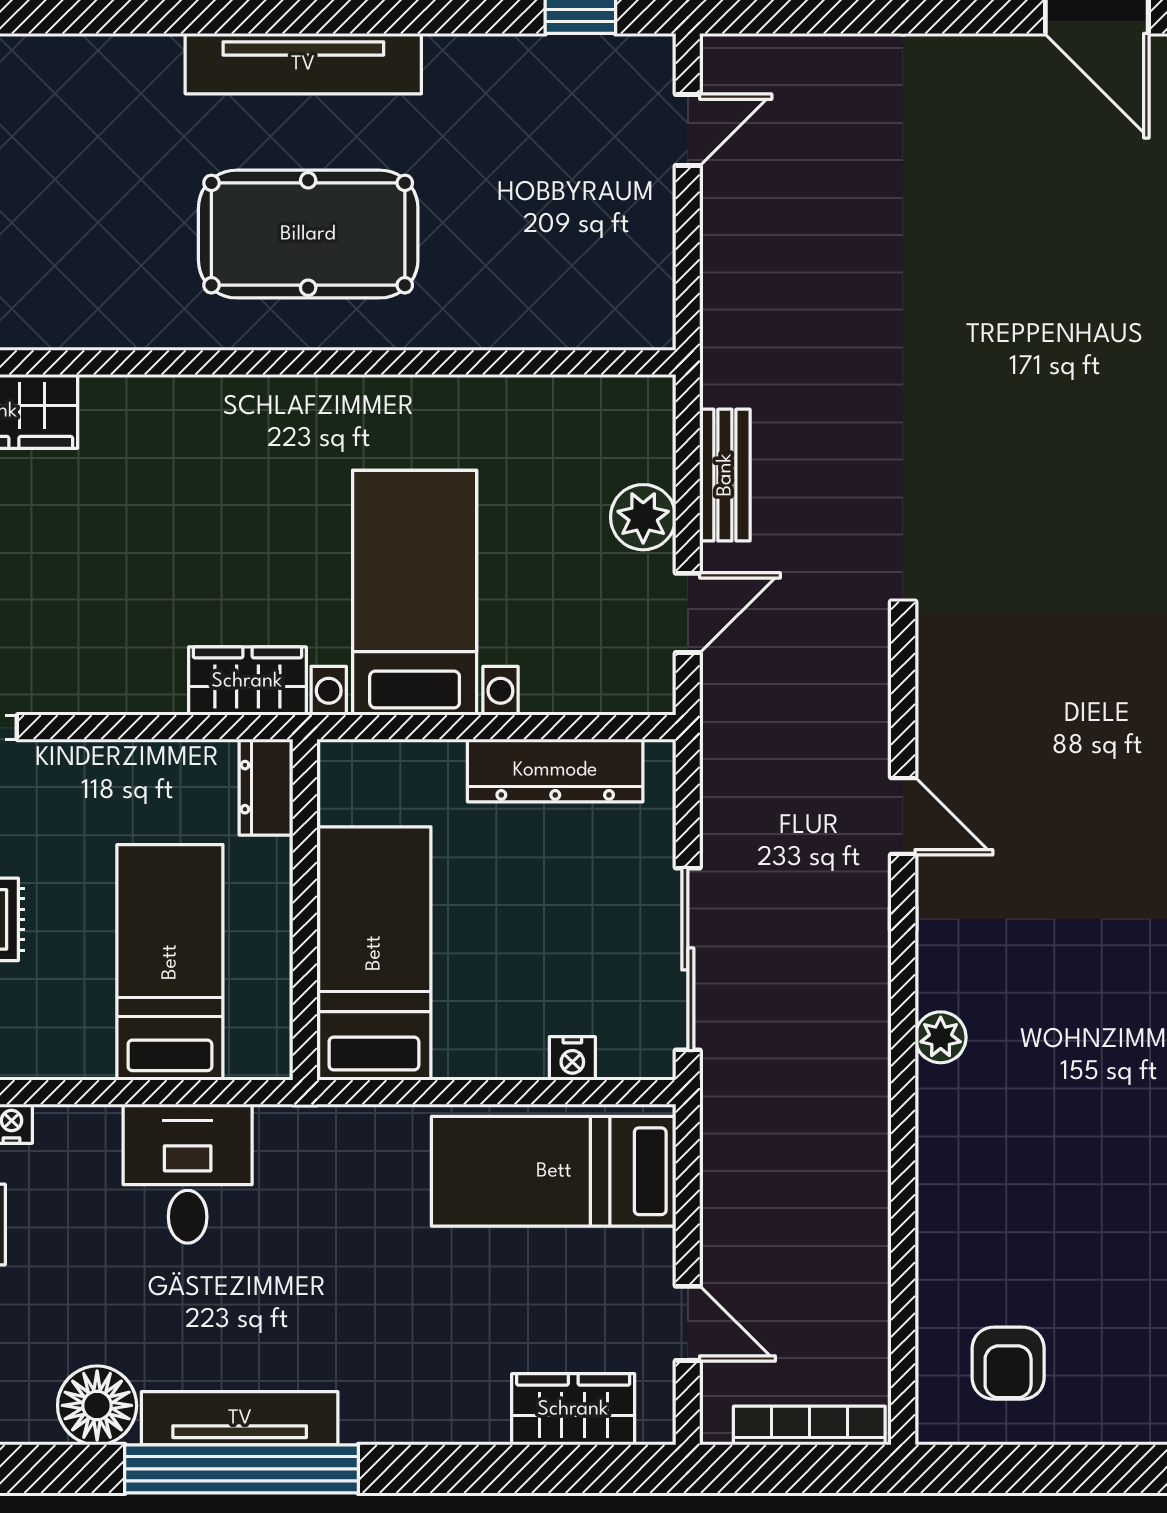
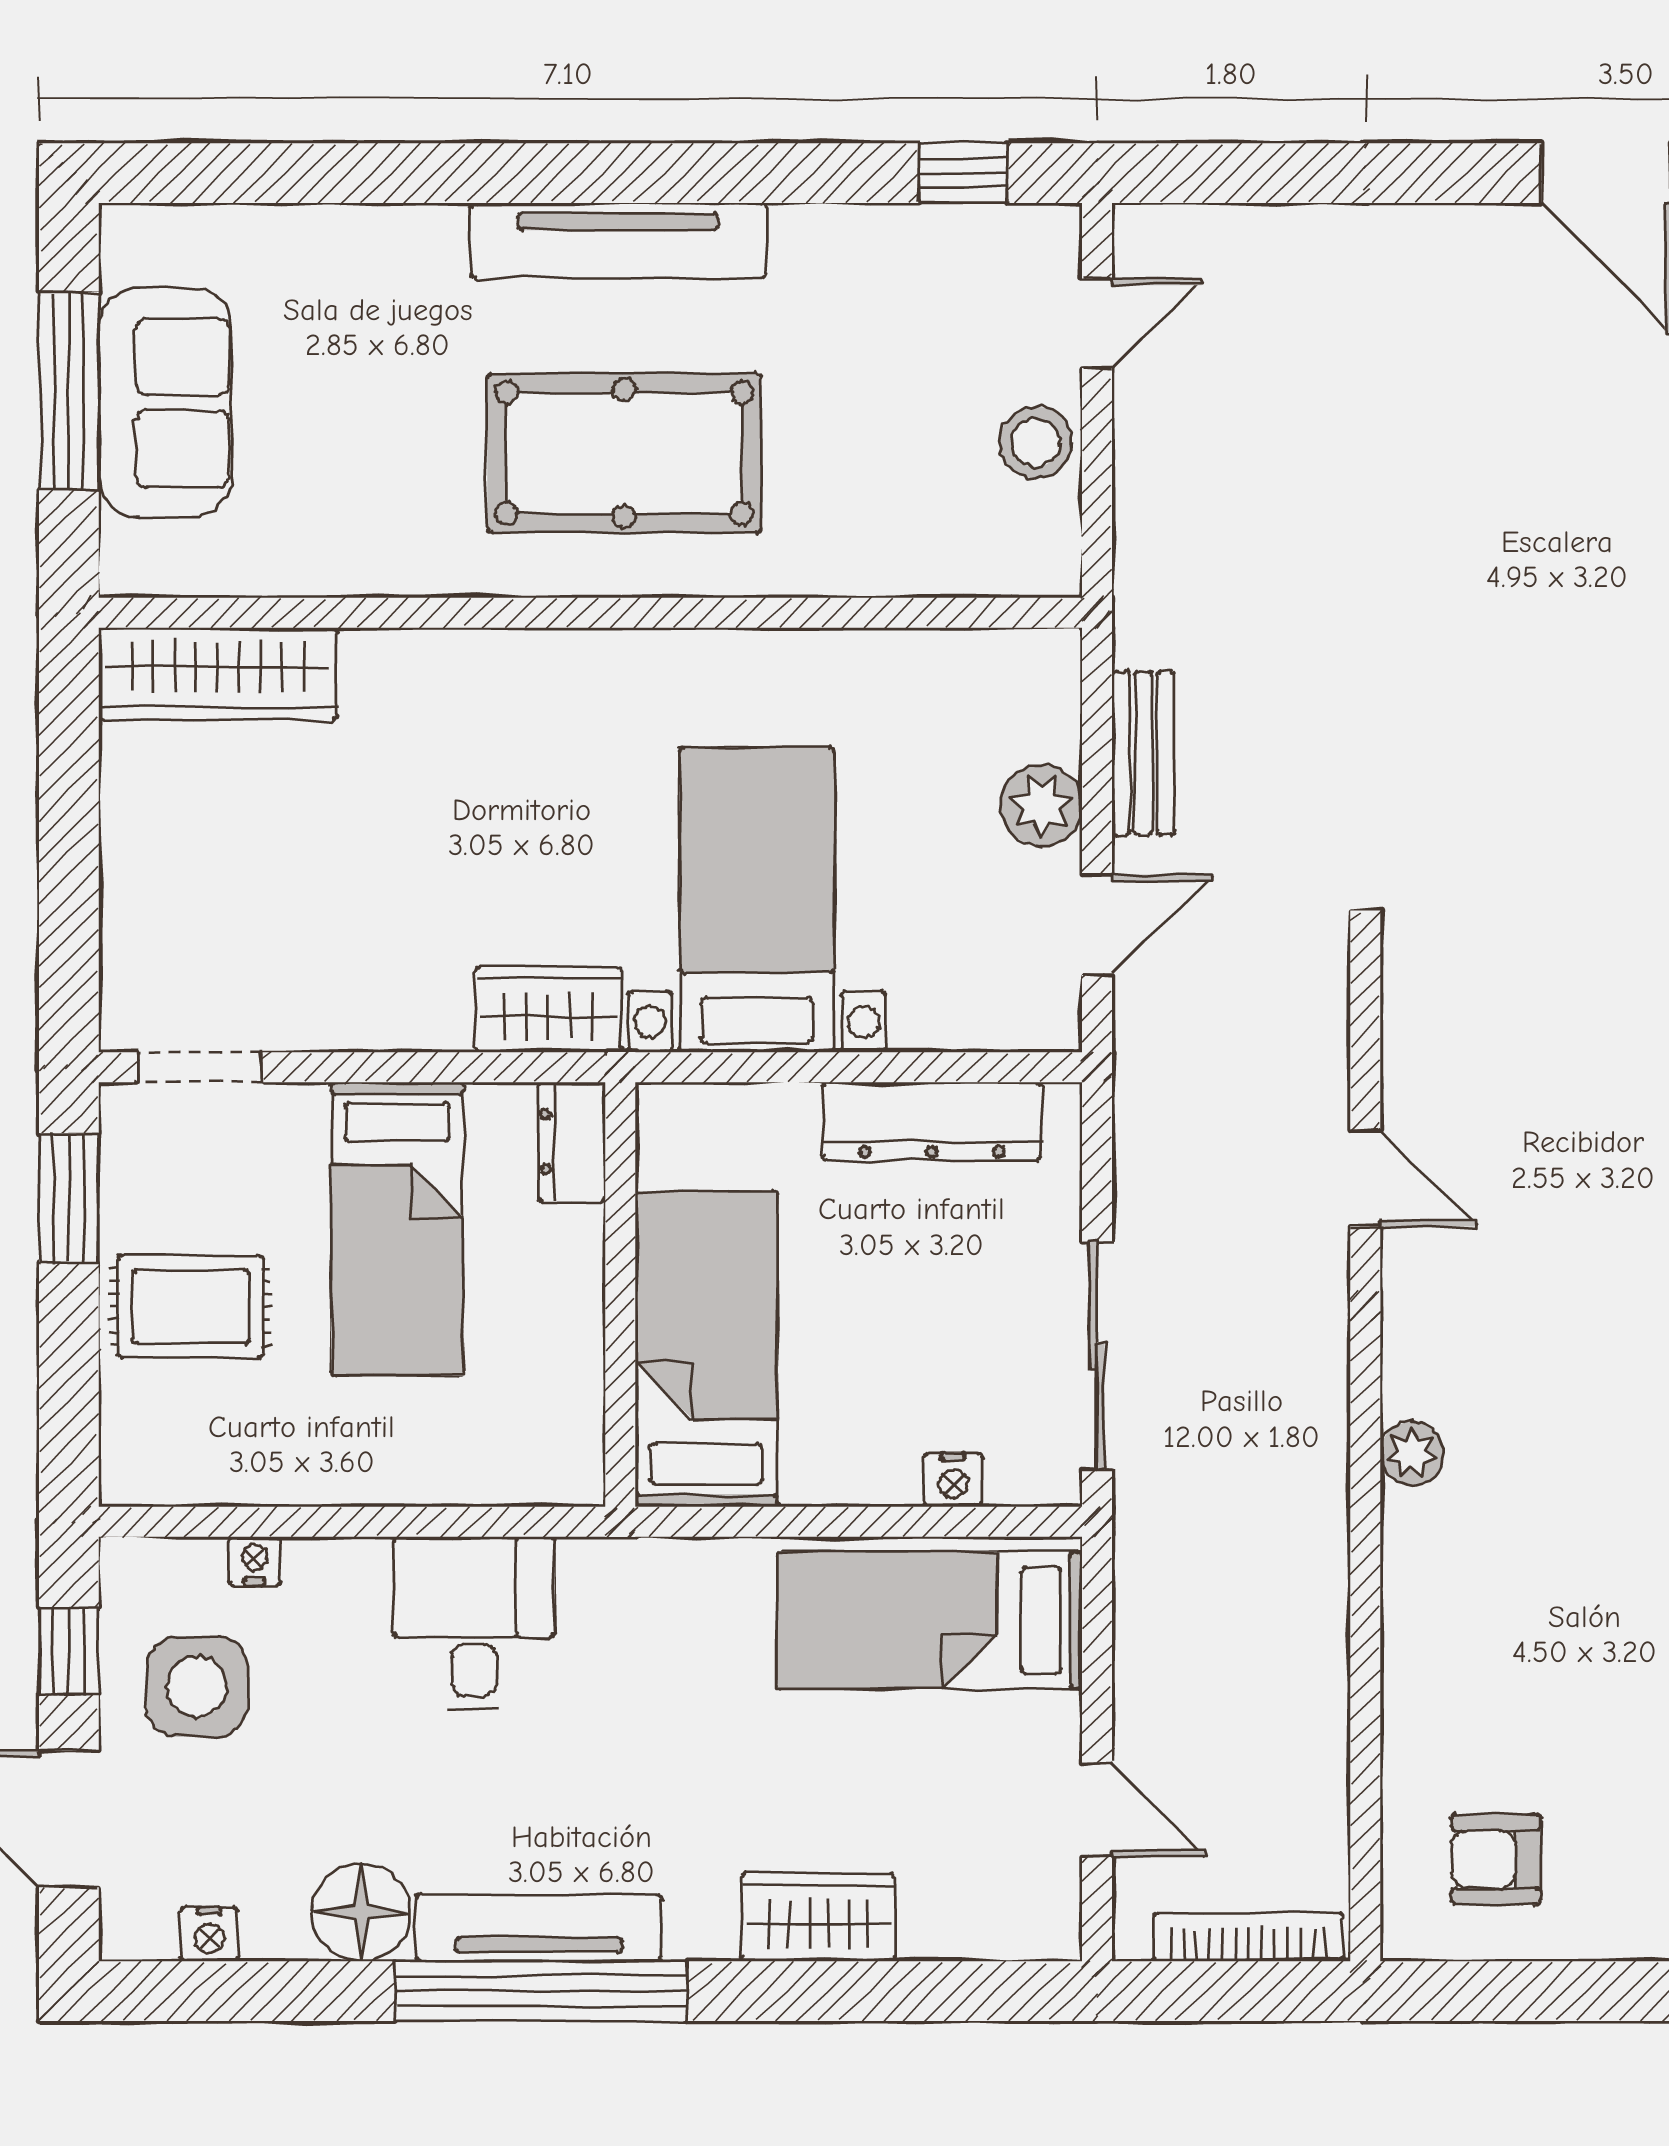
stool: (638, 226) -> (1036, 443), added
bed: (170, 962) -> (397, 1229), moved, turned 180
armchair: (1008, 1363) -> (1496, 1859), turned 90
wardrobe: (573, 1409) -> (818, 1917), moved

